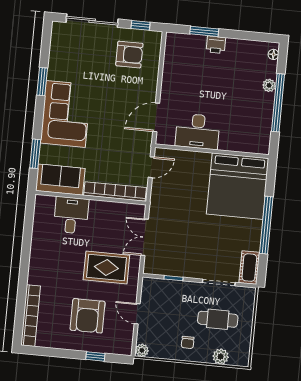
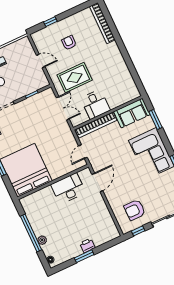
window: (204, 31) -> (84, 256), moved
desk: (71, 215) -> (95, 104), moved
armchair: (88, 316) -> (69, 43), width x0.53, depth x0.53
plant: (142, 350) -> (25, 41), removed

